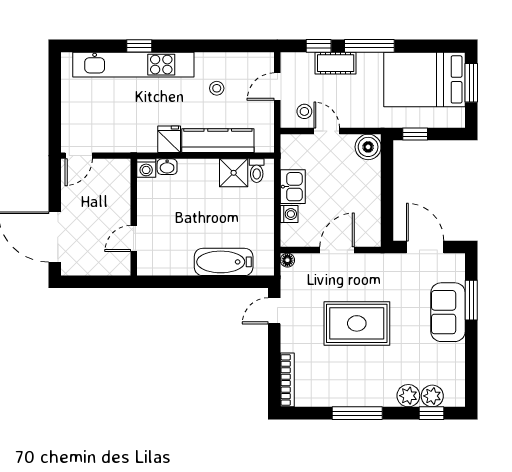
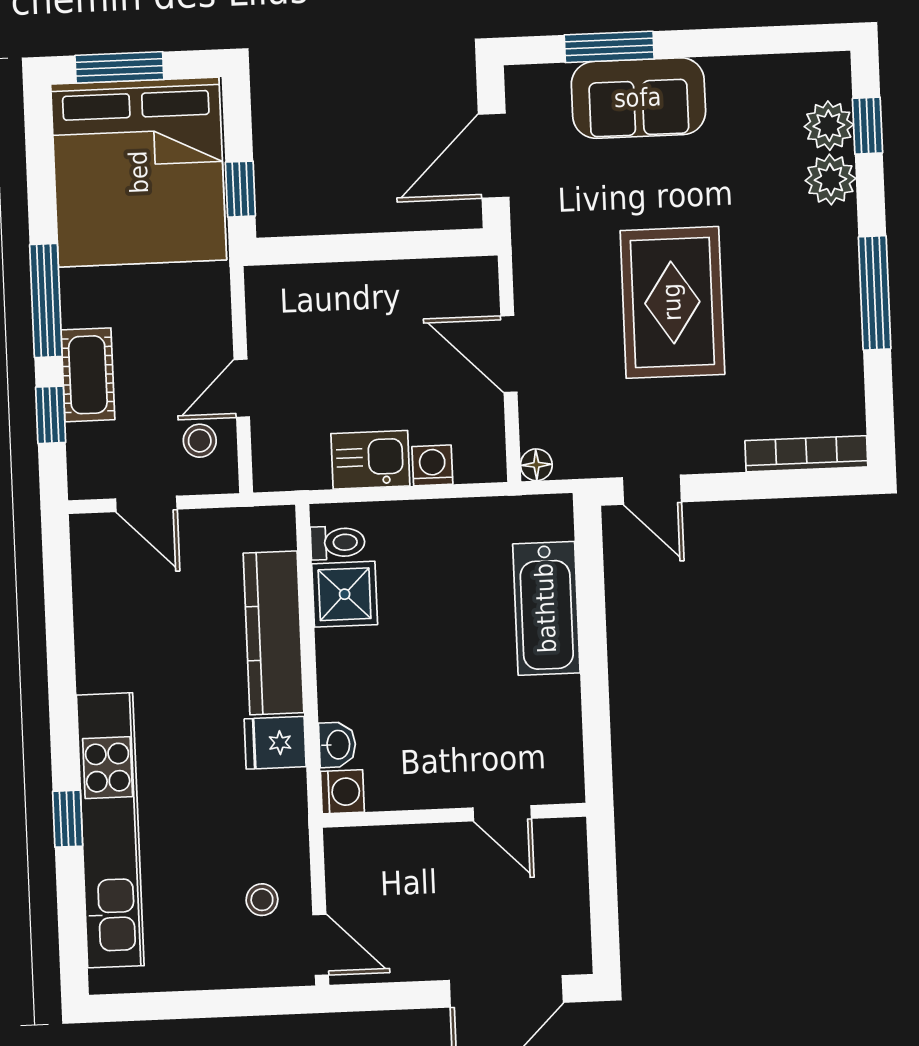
bed: (424, 79) -> (139, 172), width x1.36
stool: (217, 88) -> (262, 900), moved
boiler: (368, 147) -> (274, 294), removed

